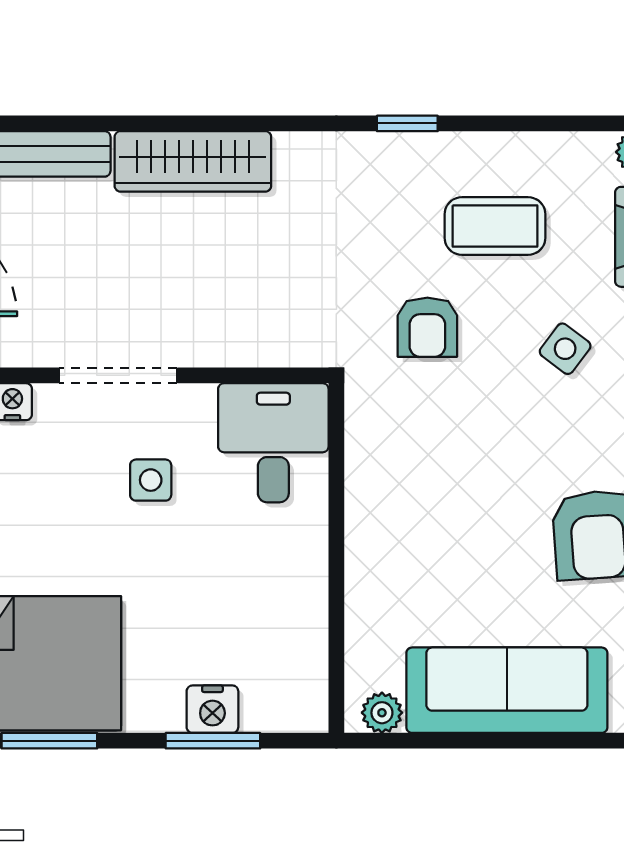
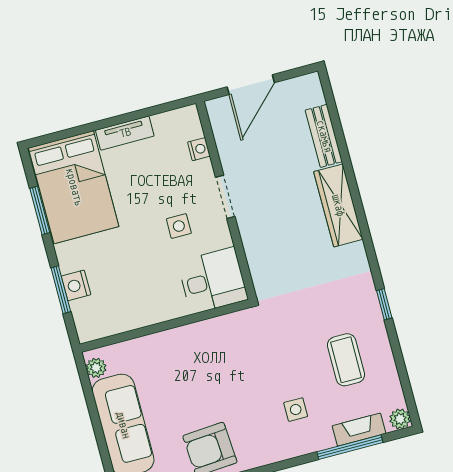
armchair: (427, 327) -> (288, 340), removed
side table: (565, 349) -> (296, 410), turned -37
doorway: (118, 375) -> (225, 197), width x0.73

